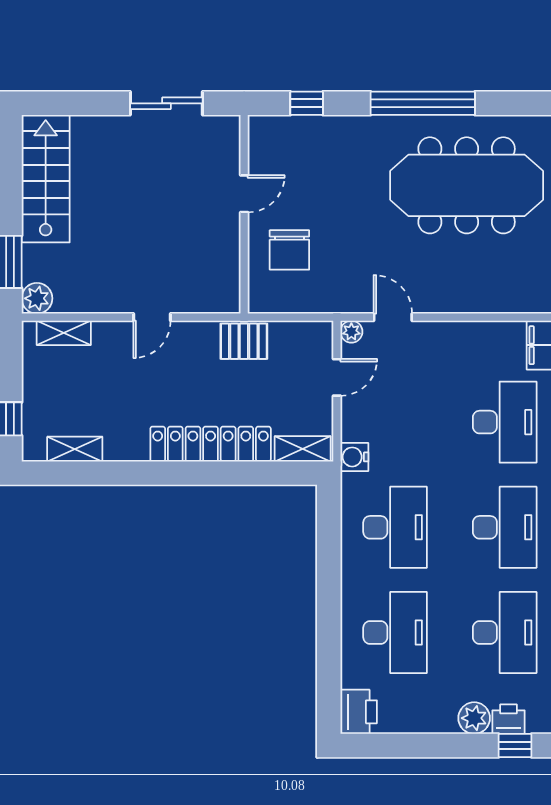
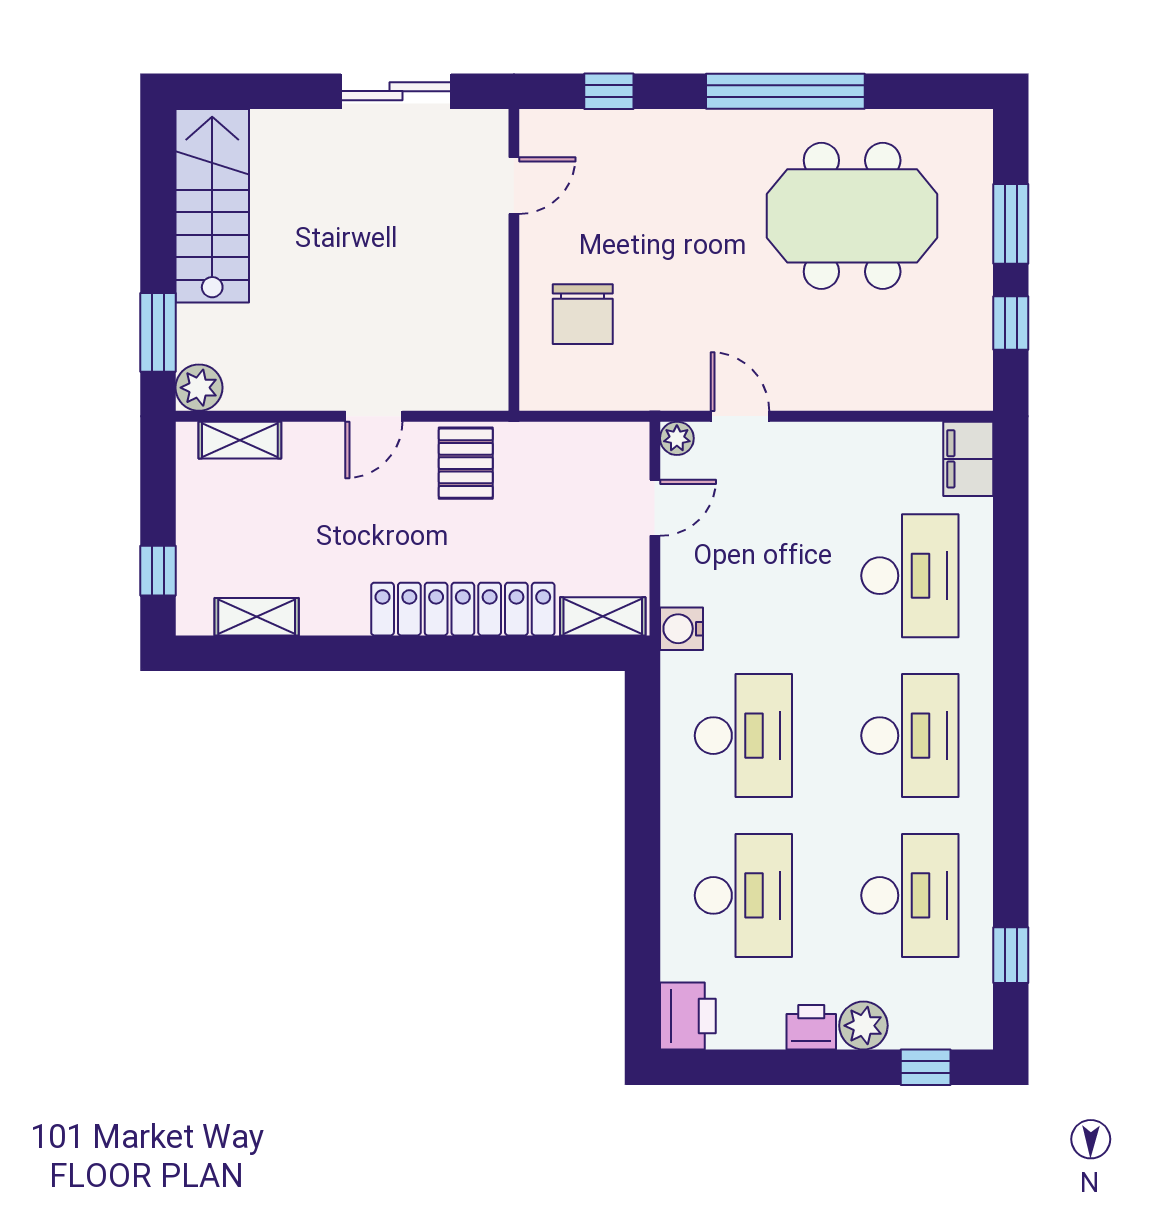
meeting table: (467, 185) -> (852, 216), width x0.73
door: (244, 194) -> (514, 186), moved
pallet: (244, 341) -> (466, 463), moved, turned 90
printer: (509, 719) -> (811, 1027), moved

